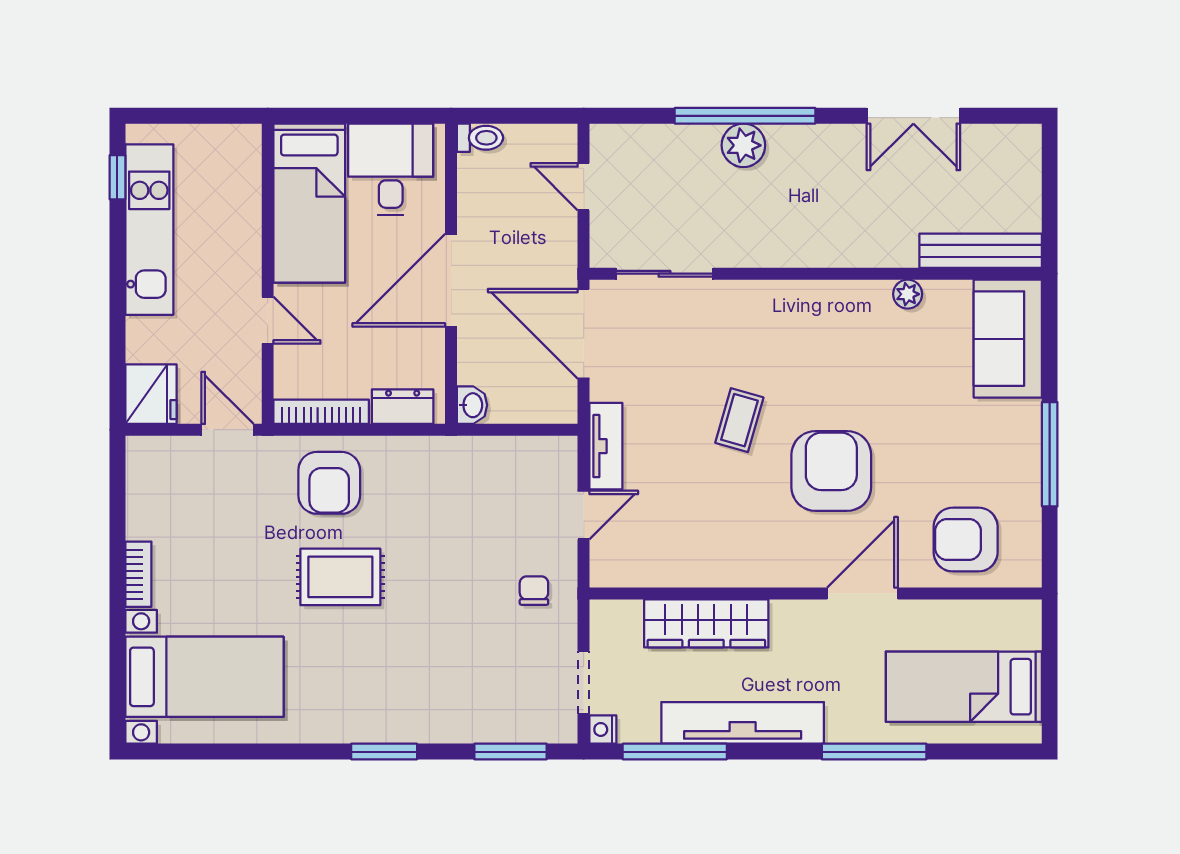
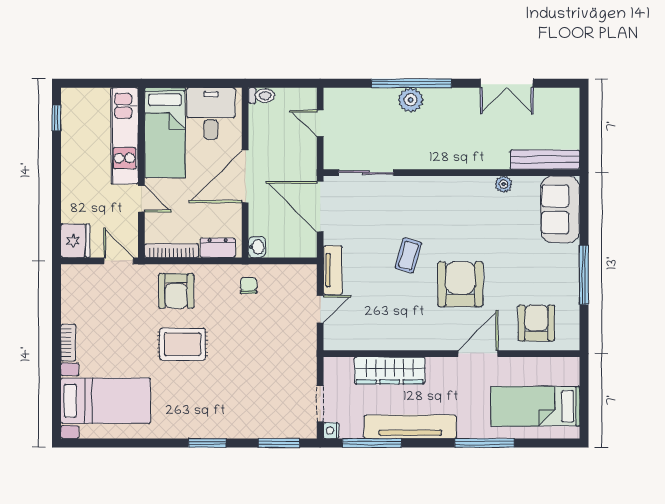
kitchen unit: (149, 230) -> (124, 136), moved, turned 180
armchair: (966, 540) -> (536, 323), turned 90
chair: (534, 591) -> (249, 286), moved

